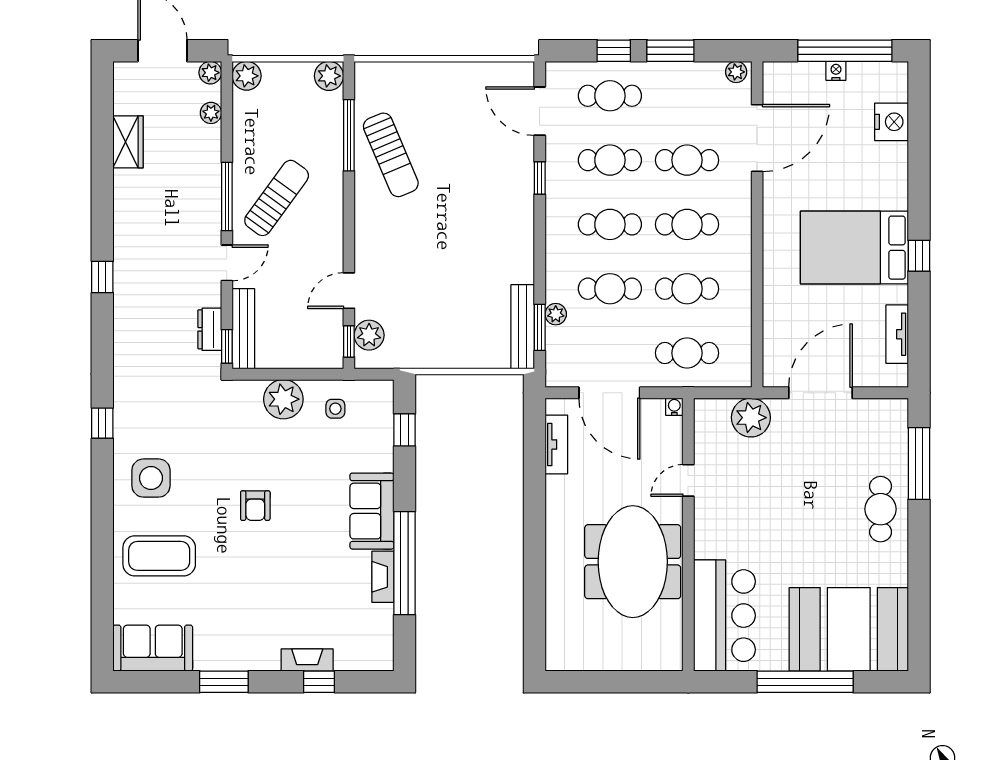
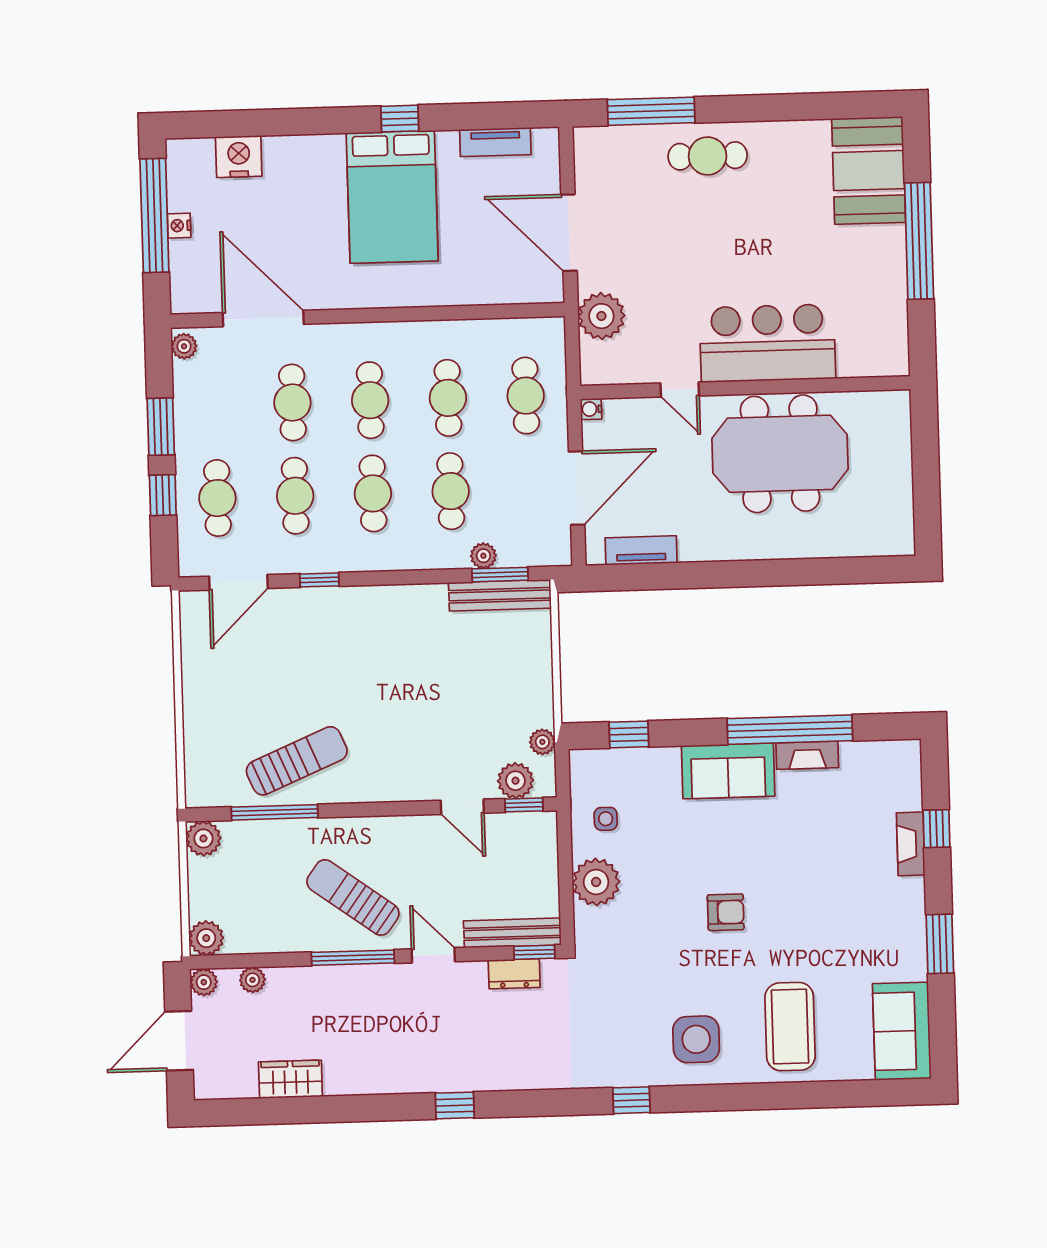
plant: (400, 358) -> (542, 742), added
bar counter: (724, 616) -> (768, 343), moved
booth: (849, 629) -> (869, 171), width x0.73, depth x0.70

